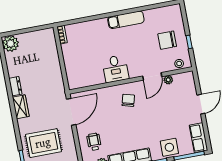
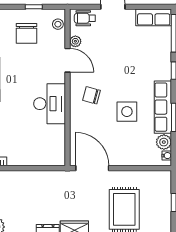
desk: (115, 69) -> (50, 104), width x1.37
wheelchair: (94, 142) -> (85, 18), moved
side table: (169, 147) -> (127, 112), moved

